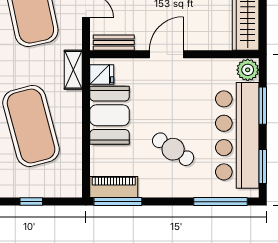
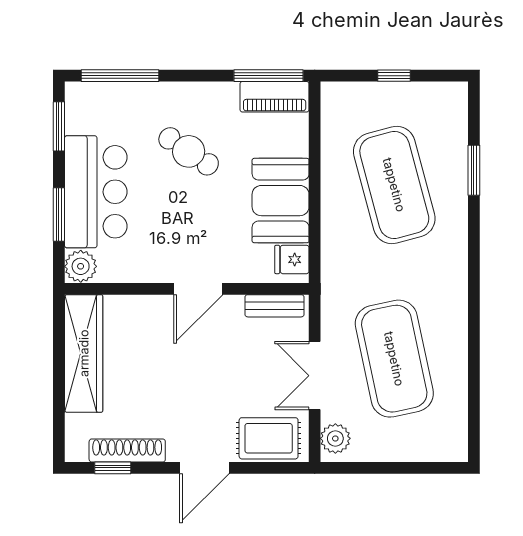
shelving: (73, 70) -> (333, 266), removed
bar counter: (237, 135) -> (96, 192), width x0.73

